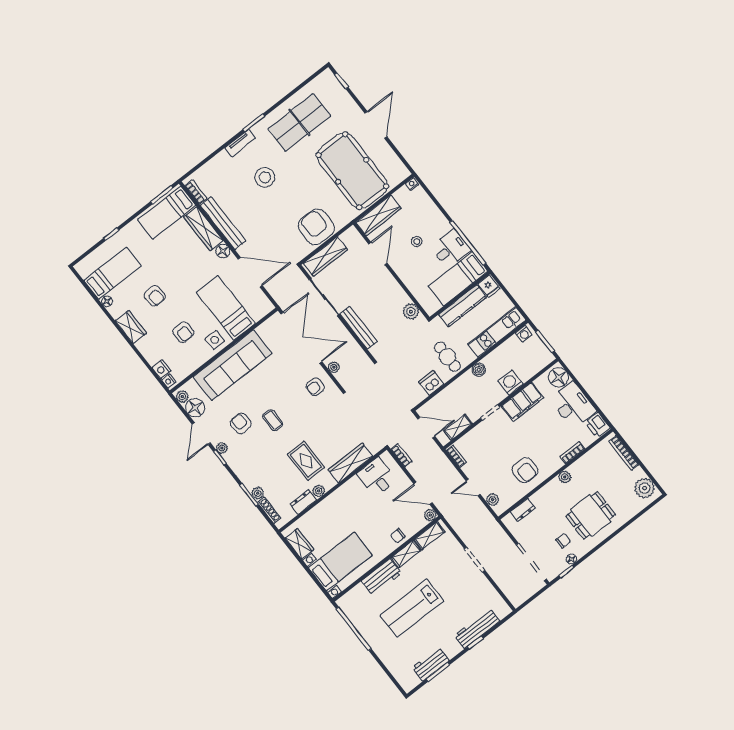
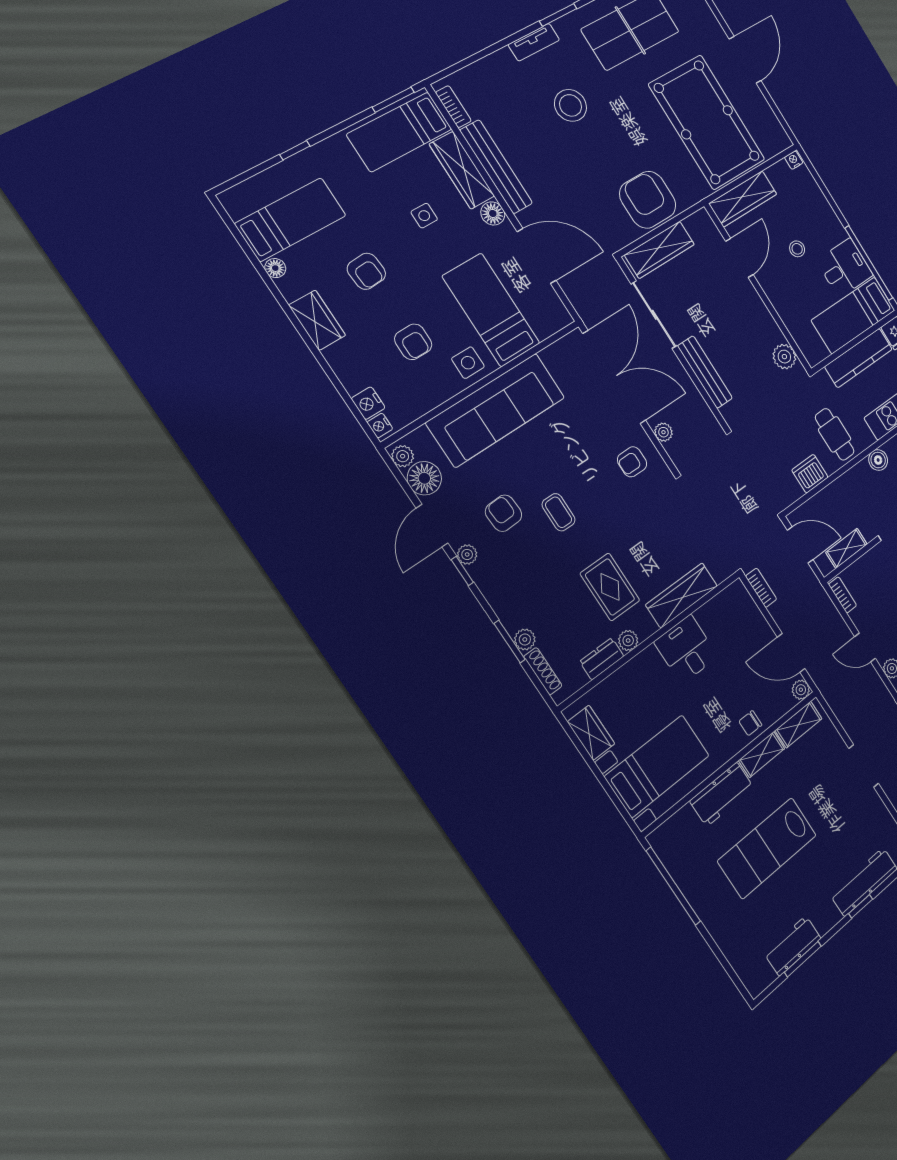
side table: (184, 259) -> (424, 216), added
desk: (377, 477) -> (686, 649), moved

